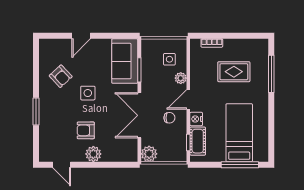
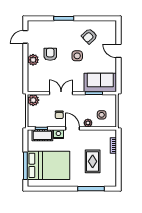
double door: (139, 115) -> (61, 93), width x0.73
bed: (239, 133) -> (49, 165), width x1.50

